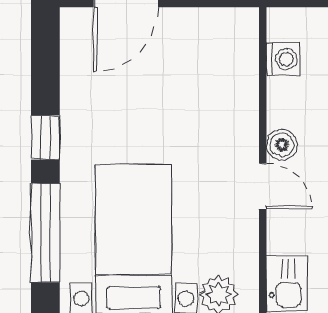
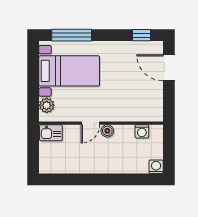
window: (45, 138) -> (142, 35), moved

